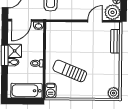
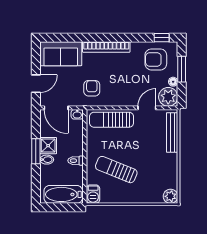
door: (21, 20) -> (56, 108), hinge flipped
sun lounger: (66, 30) -> (112, 120), added
bench: (115, 41) -> (172, 132), width x1.36

